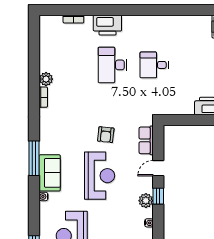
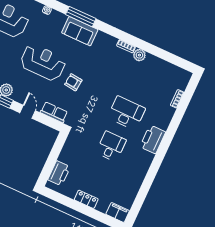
printer: (107, 25) -> (153, 139), moved
sofa: (50, 173) -> (80, 31), moved
reception desk: (100, 176) -> (43, 62), turned 180

